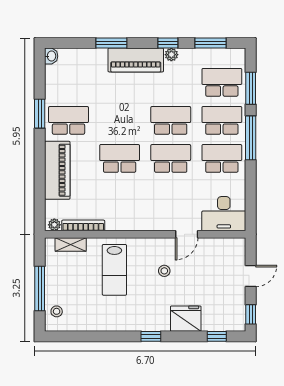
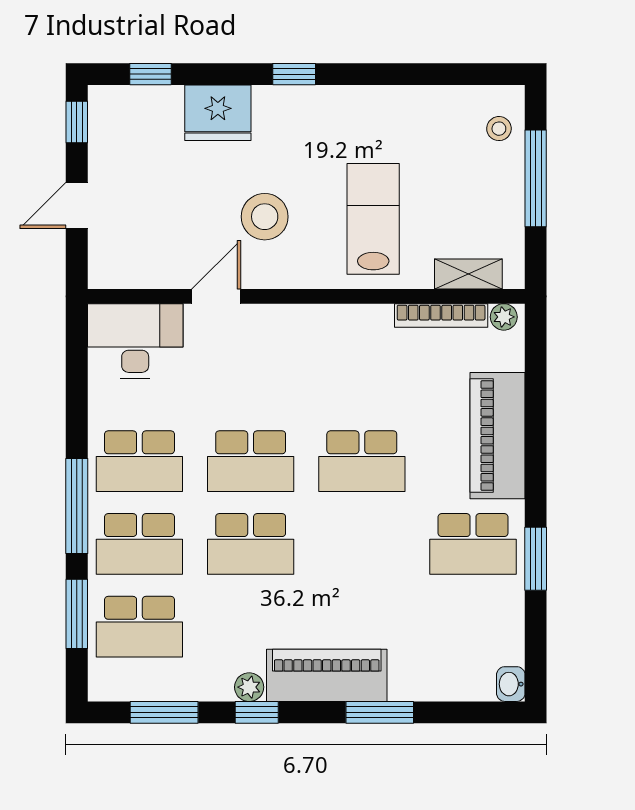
stool: (164, 271) -> (265, 217), width x1.89, depth x1.89

